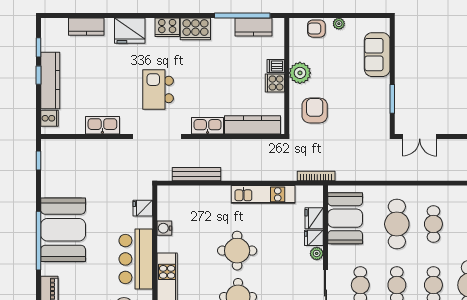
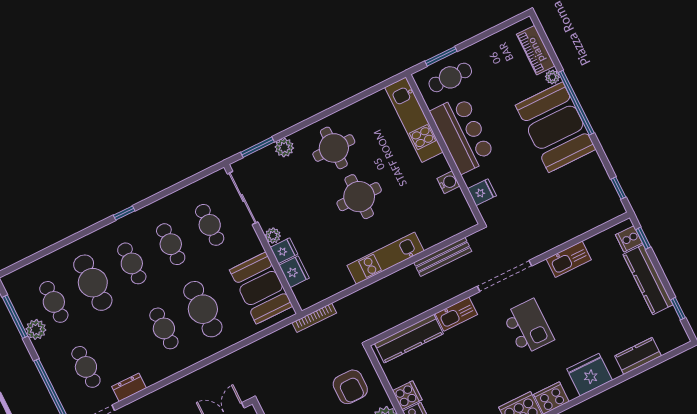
window: (38, 75) -> (643, 238), moved
kitchen unit: (263, 194) -> (386, 258), moved
plant: (47, 269) -> (552, 77), added

